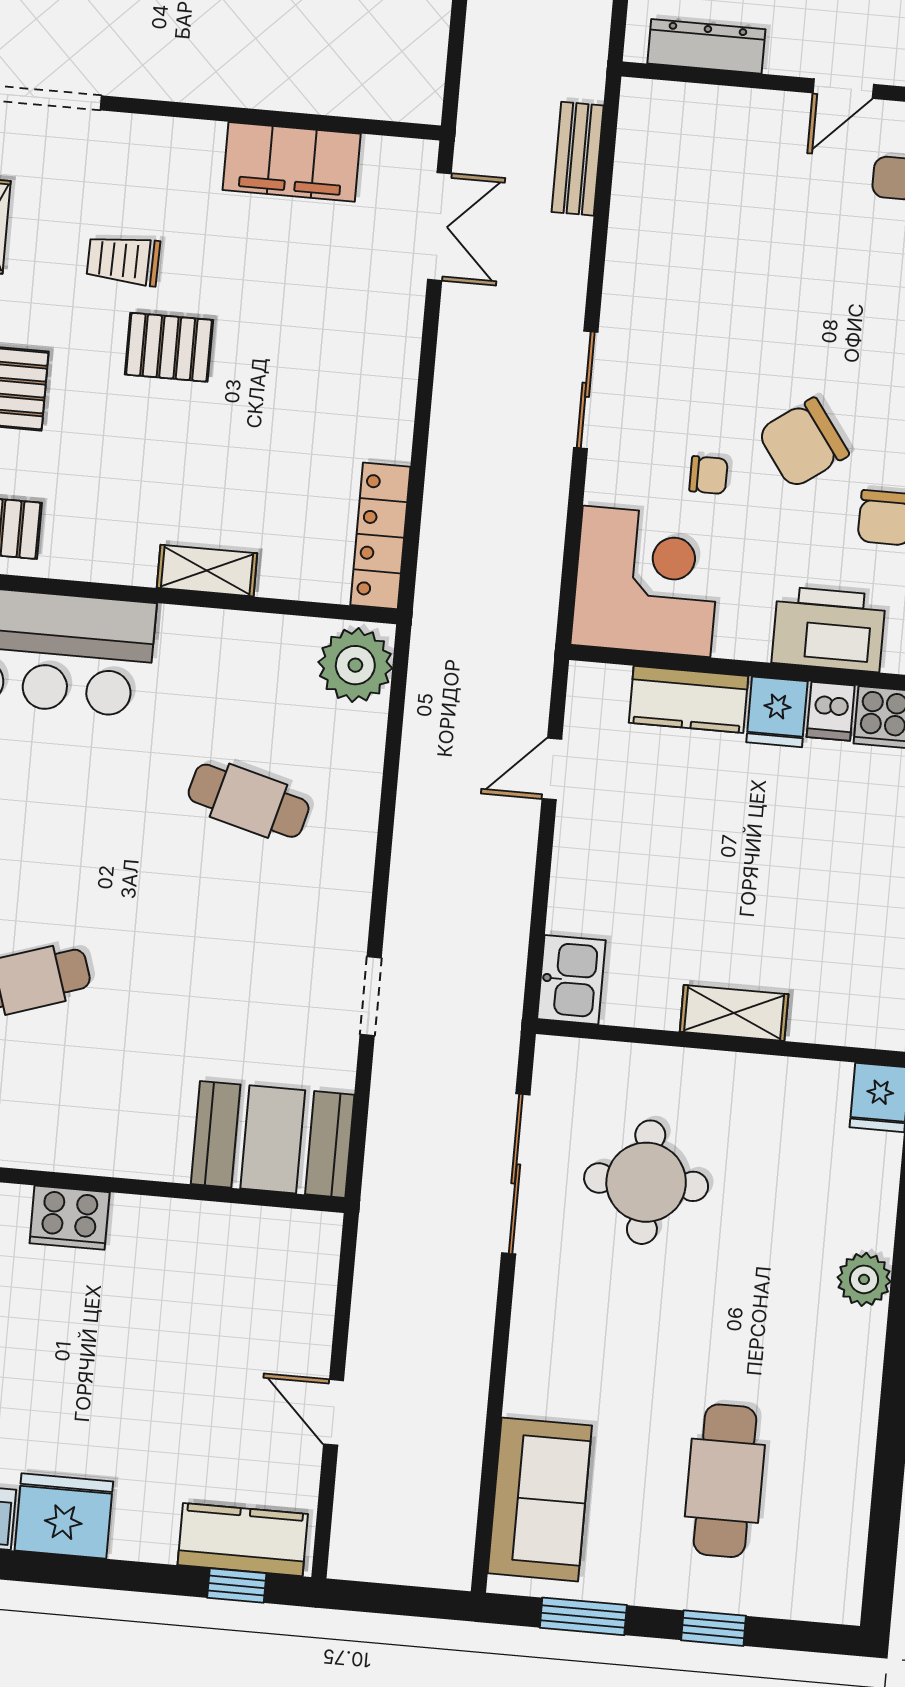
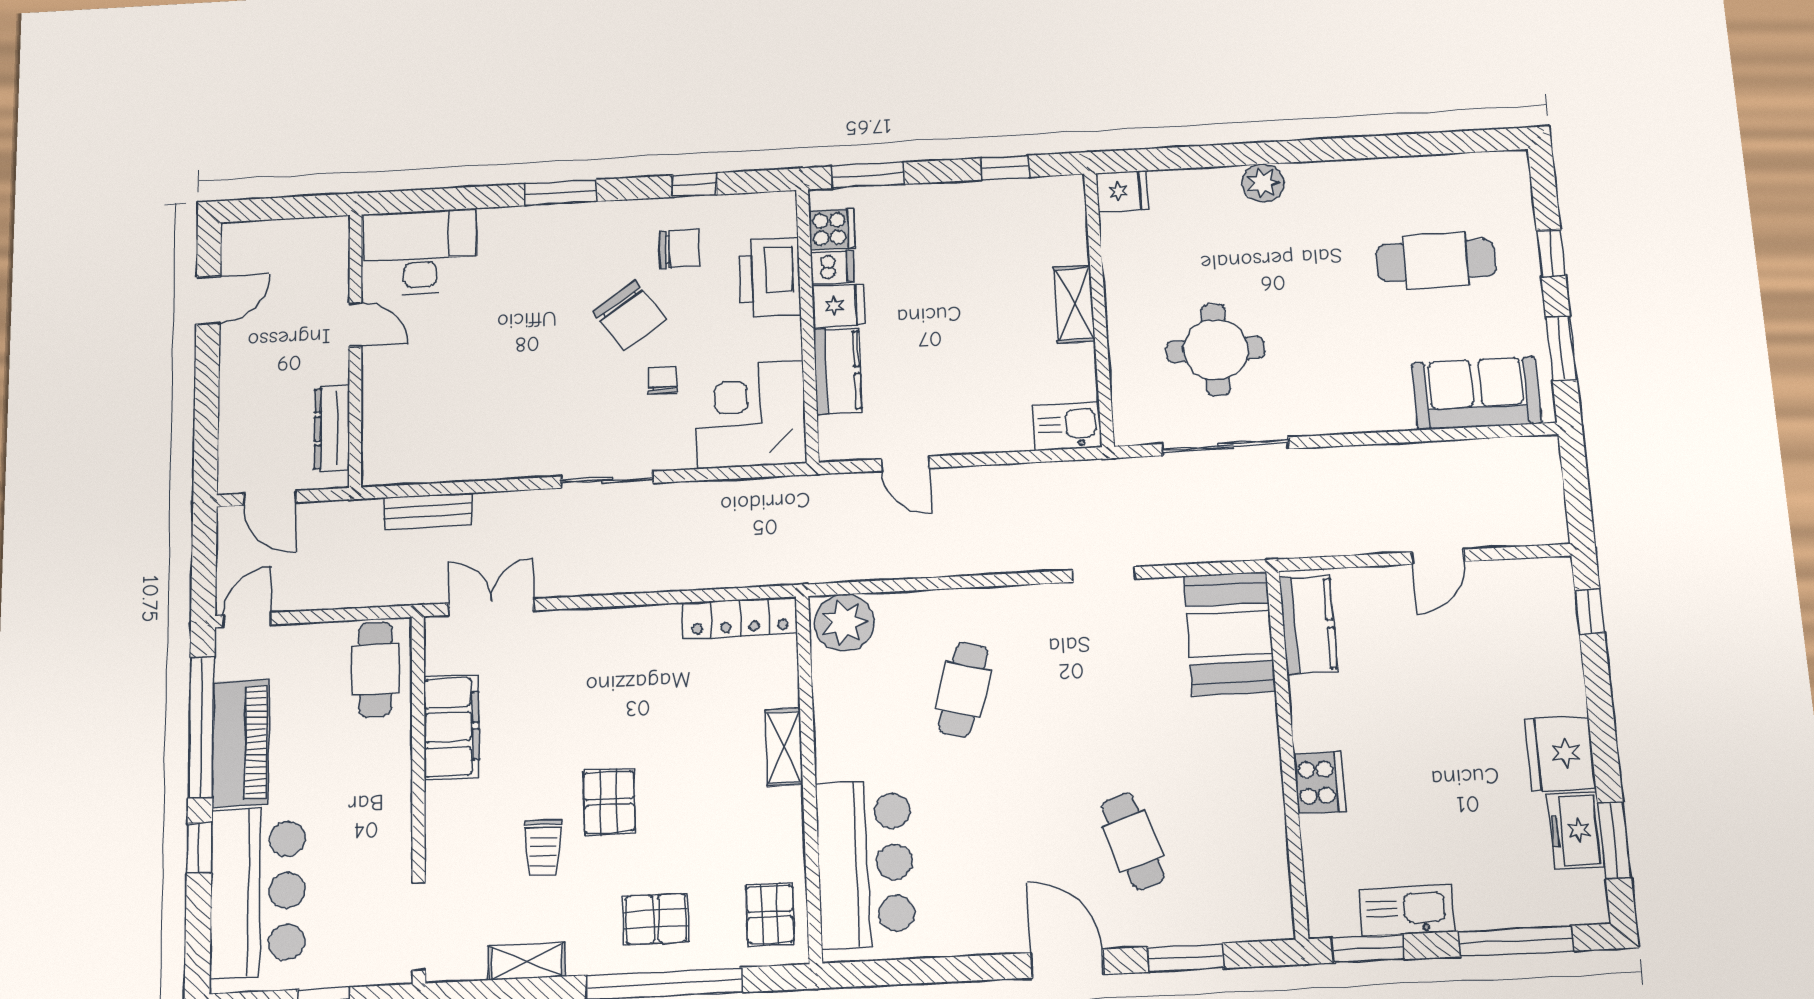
cafe table: (380, 74) -> (375, 669), added
kitchen counter: (243, 1540) -> (1308, 625), moved, turned 180

